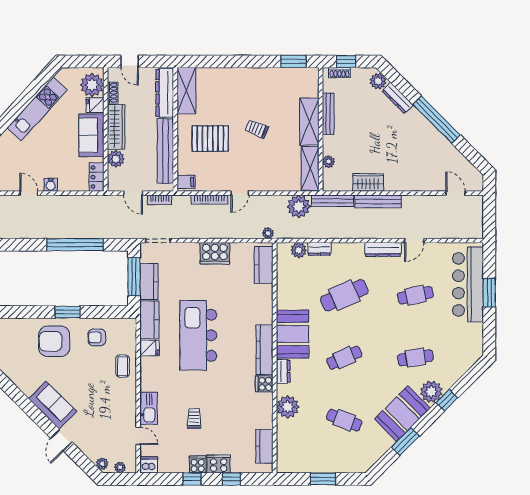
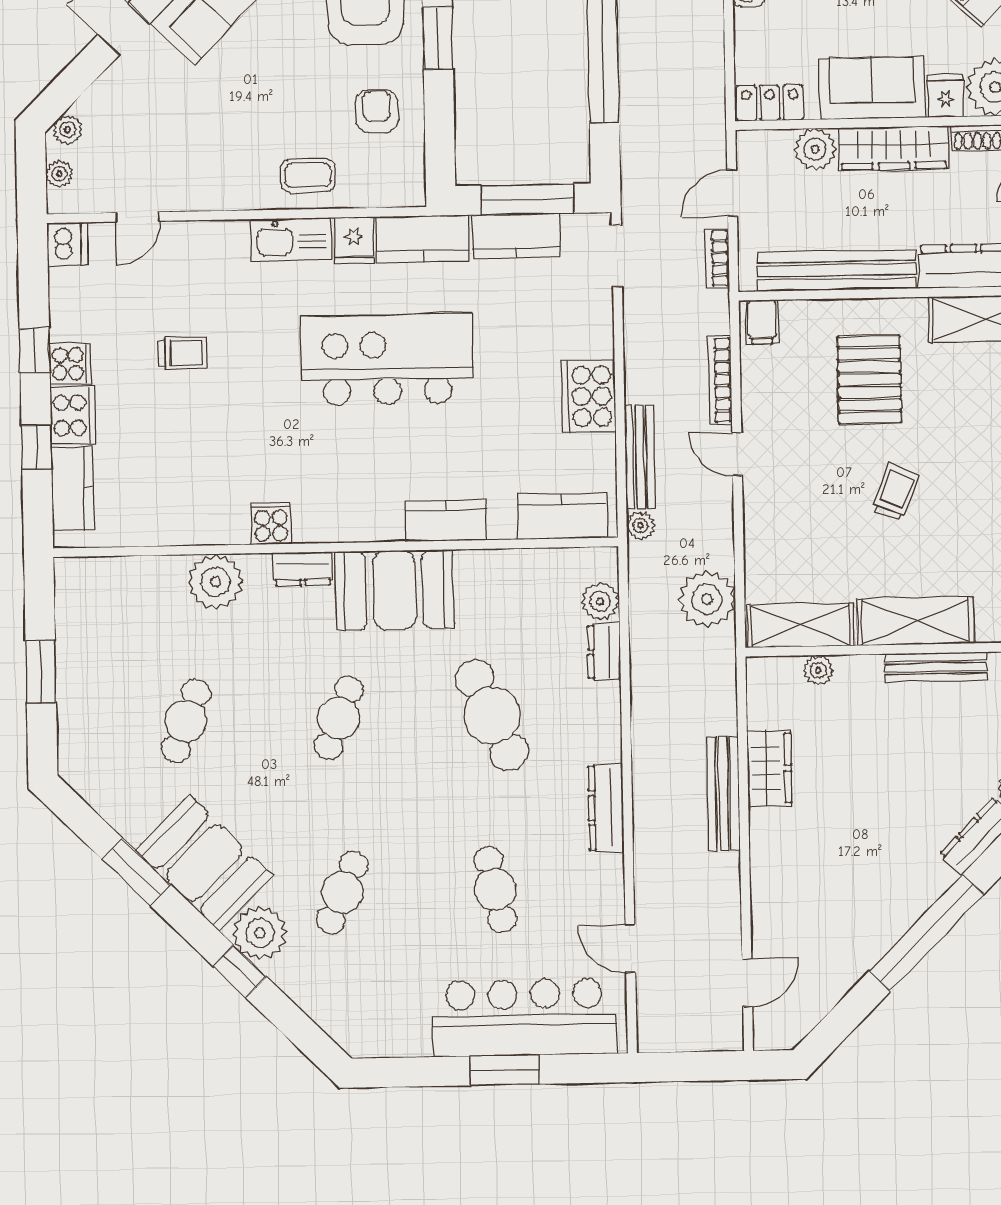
bench: (333, 201) -> (640, 457), moved
door: (414, 241) -> (630, 949), moved
kitchen counter: (264, 350) -> (446, 521), moved, width x0.67
cafe table: (344, 358) -> (339, 718), turned 45
cafe table: (415, 358) -> (342, 892), turned 33
kitchen sink: (149, 408) -> (291, 239), moved
kitchen counter: (264, 446) -> (73, 488), moved, turned 90

